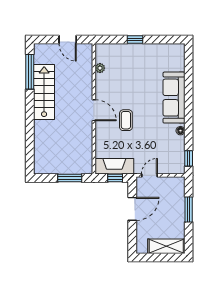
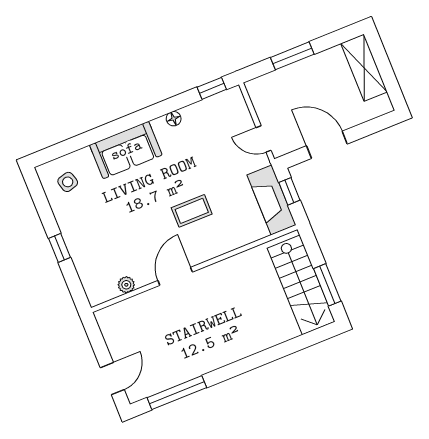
door: (68, 40) -> (112, 379), moved
side table: (169, 59) -> (68, 182), added
stairs: (44, 92) -> (301, 285), moved, turned -90
sofa: (174, 98) -> (126, 150), width x0.73
door: (94, 110) -> (175, 276), moved
window: (70, 178) -> (327, 285), moved

